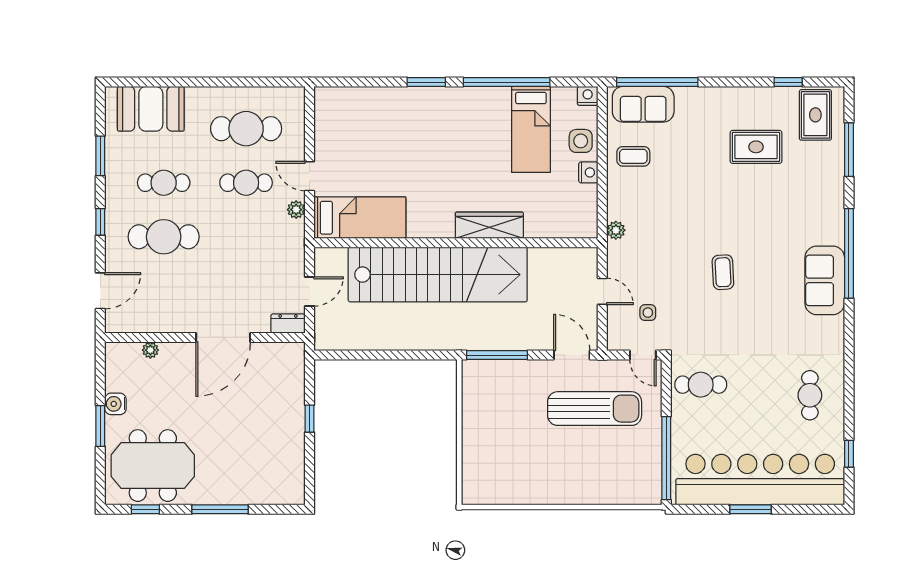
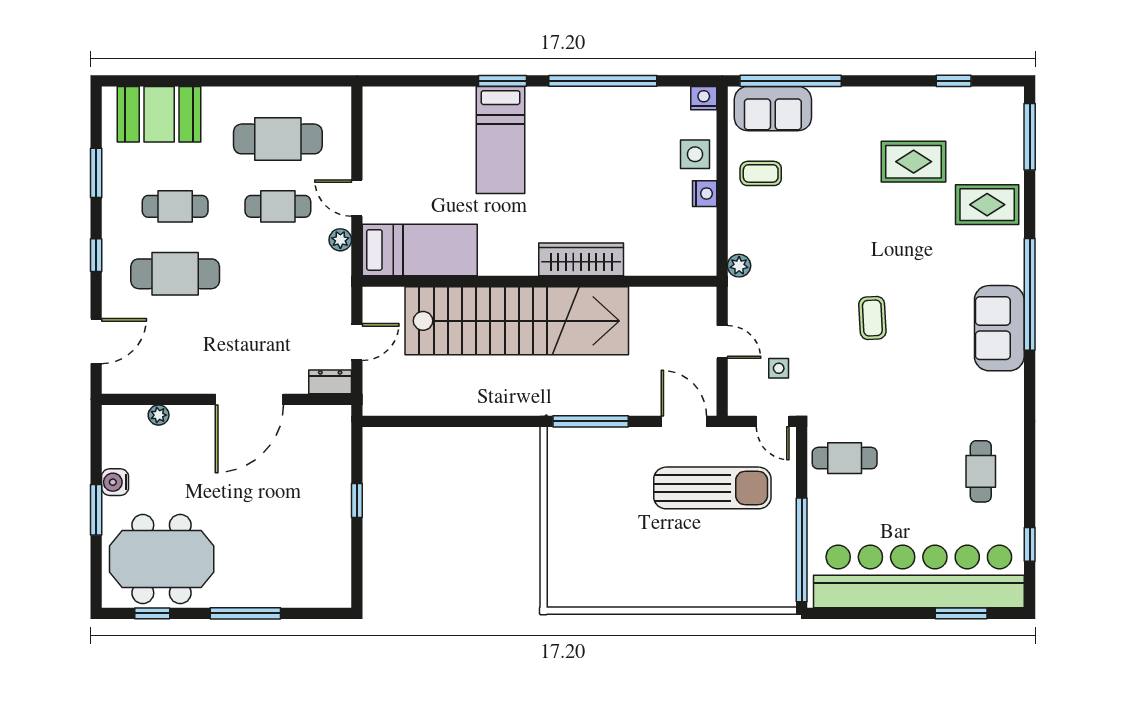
rug: (815, 115) -> (987, 205), moved, turned 90
bed: (531, 129) -> (501, 140), moved
window: (849, 150) -> (1030, 137), moved
window: (750, 509) -> (961, 613), moved

